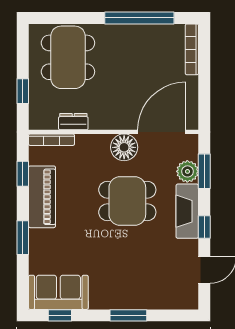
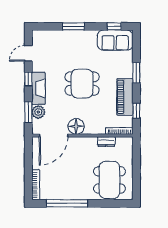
window: (23, 91) -> (136, 160), removed
dining table: (127, 201) -> (82, 84), moved

